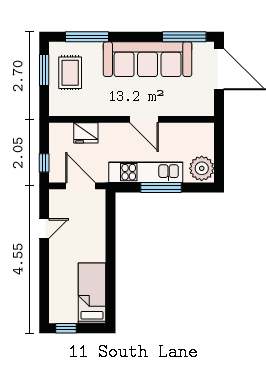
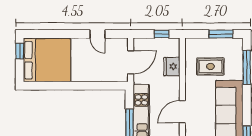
rug: (70, 73) -> (210, 66), moved
window: (44, 163) -> (162, 34), moved
bed: (92, 293) -> (47, 60), width x2.04

